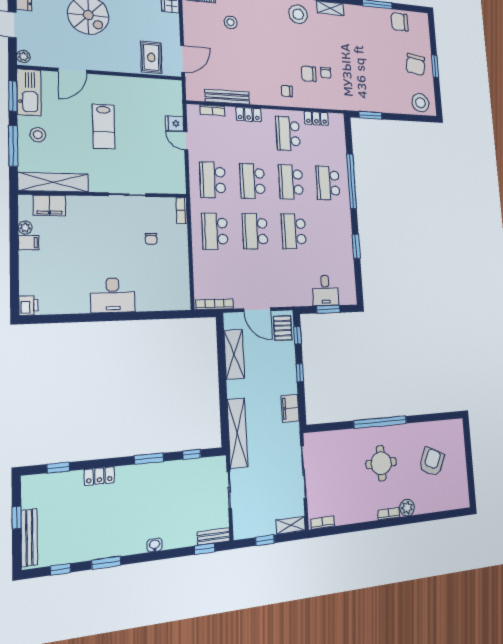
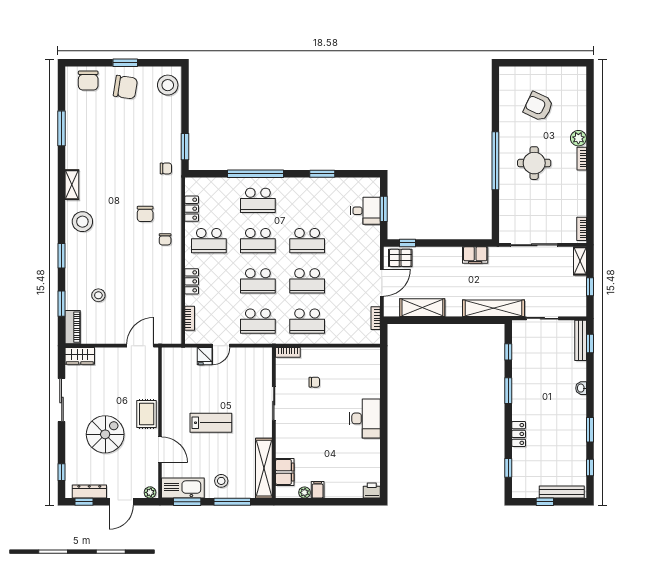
chair: (400, 22) -> (88, 81), moved
rug: (151, 57) -> (147, 414), moved, turned 90
door: (183, 59) -> (140, 346), hinge flipped
chair: (326, 73) -> (166, 168), moved
bench: (227, 97) -> (175, 302), removed
bookcase: (215, 304) -> (376, 318), width x0.64
window: (300, 373) -> (443, 243), removed
bench: (214, 537) -> (581, 340), width x1.36

